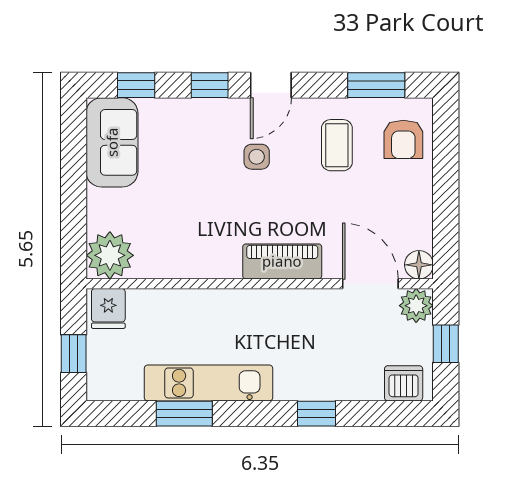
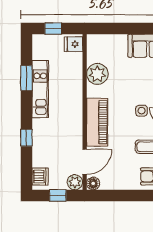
plant: (110, 255) -> (97, 74), moved
piano: (282, 261) -> (97, 122), width x1.37, depth x1.33

